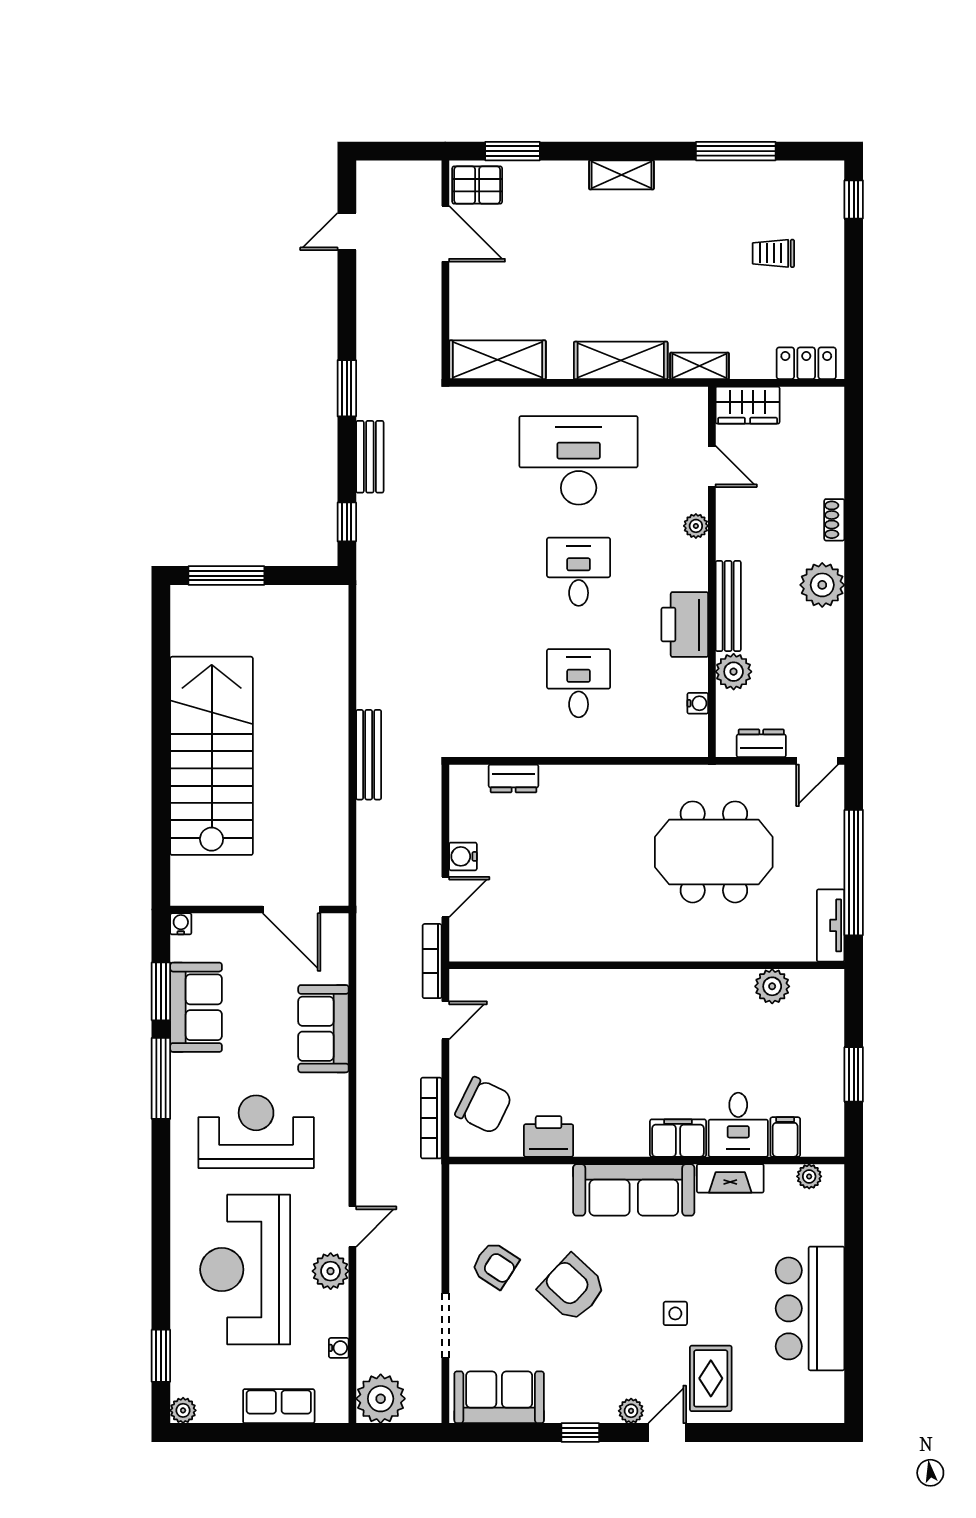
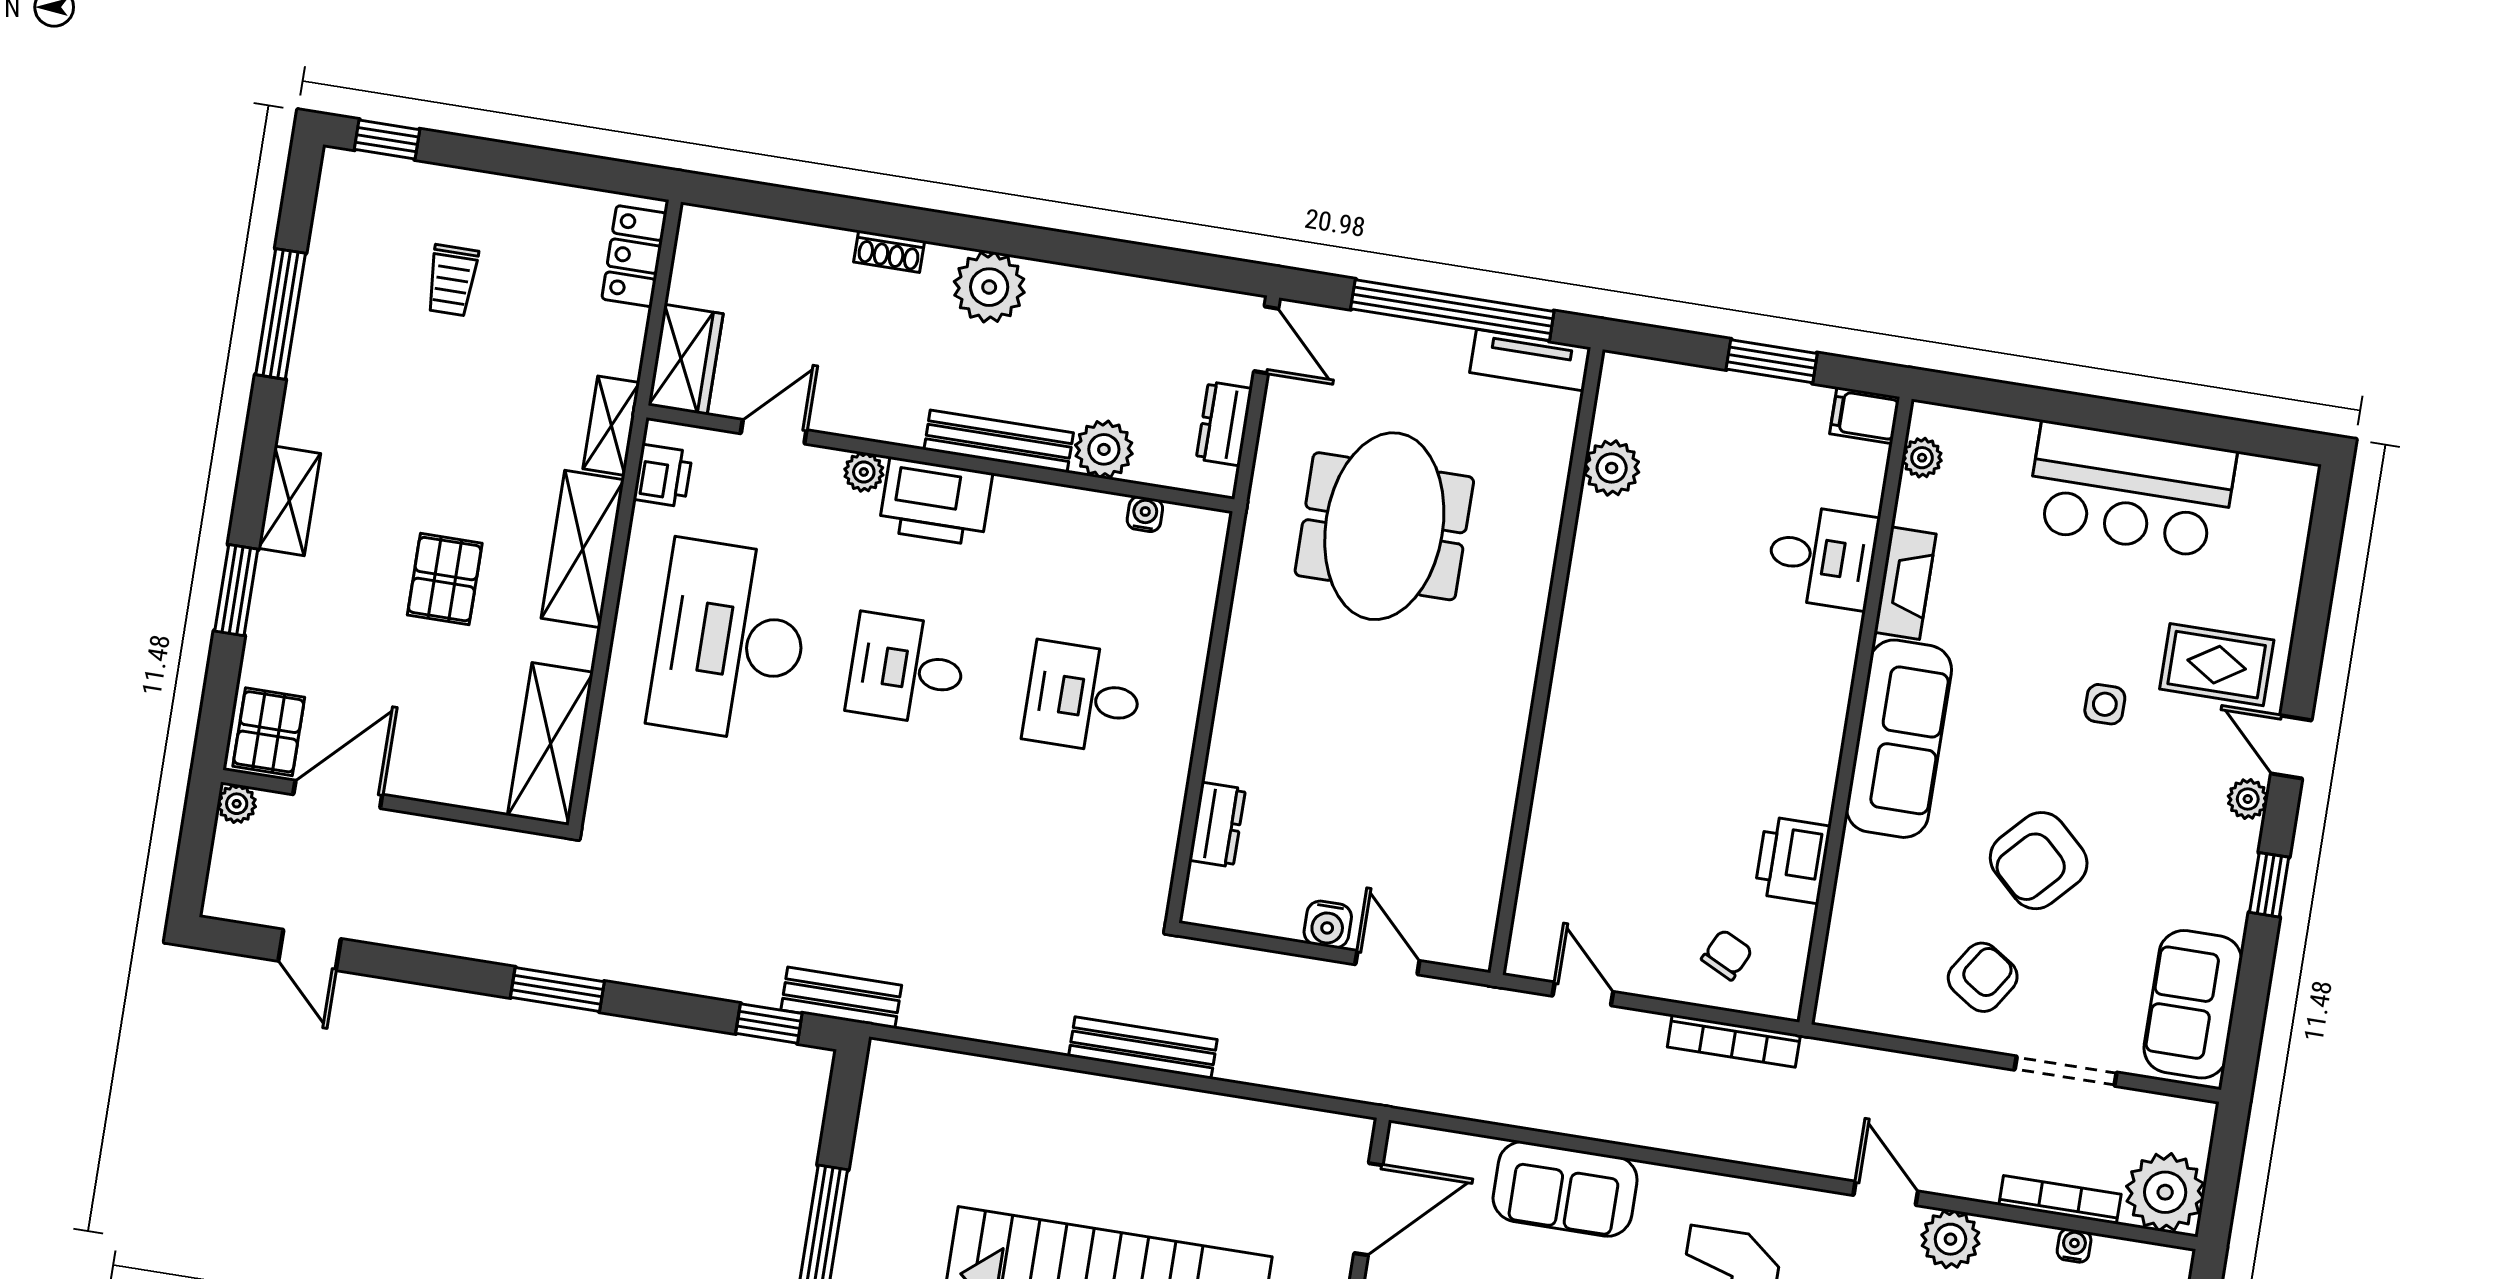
window: (513, 151) -> (236, 590), moved
plant: (430, 172) -> (237, 804), added
pallet: (589, 278) -> (445, 579), added
printer: (674, 402) -> (663, 476), added
bench: (370, 457) -> (841, 998), moved
printer: (685, 625) -> (936, 502), moved
bookcase: (432, 961) -> (2060, 1200), moved, turned 180
chair: (484, 1105) -> (1727, 955), width x0.54, depth x0.54
filing cabinet: (785, 1137) -> (1865, 415), moved
filing cabinet: (678, 1138) -> (1828, 655), removed

